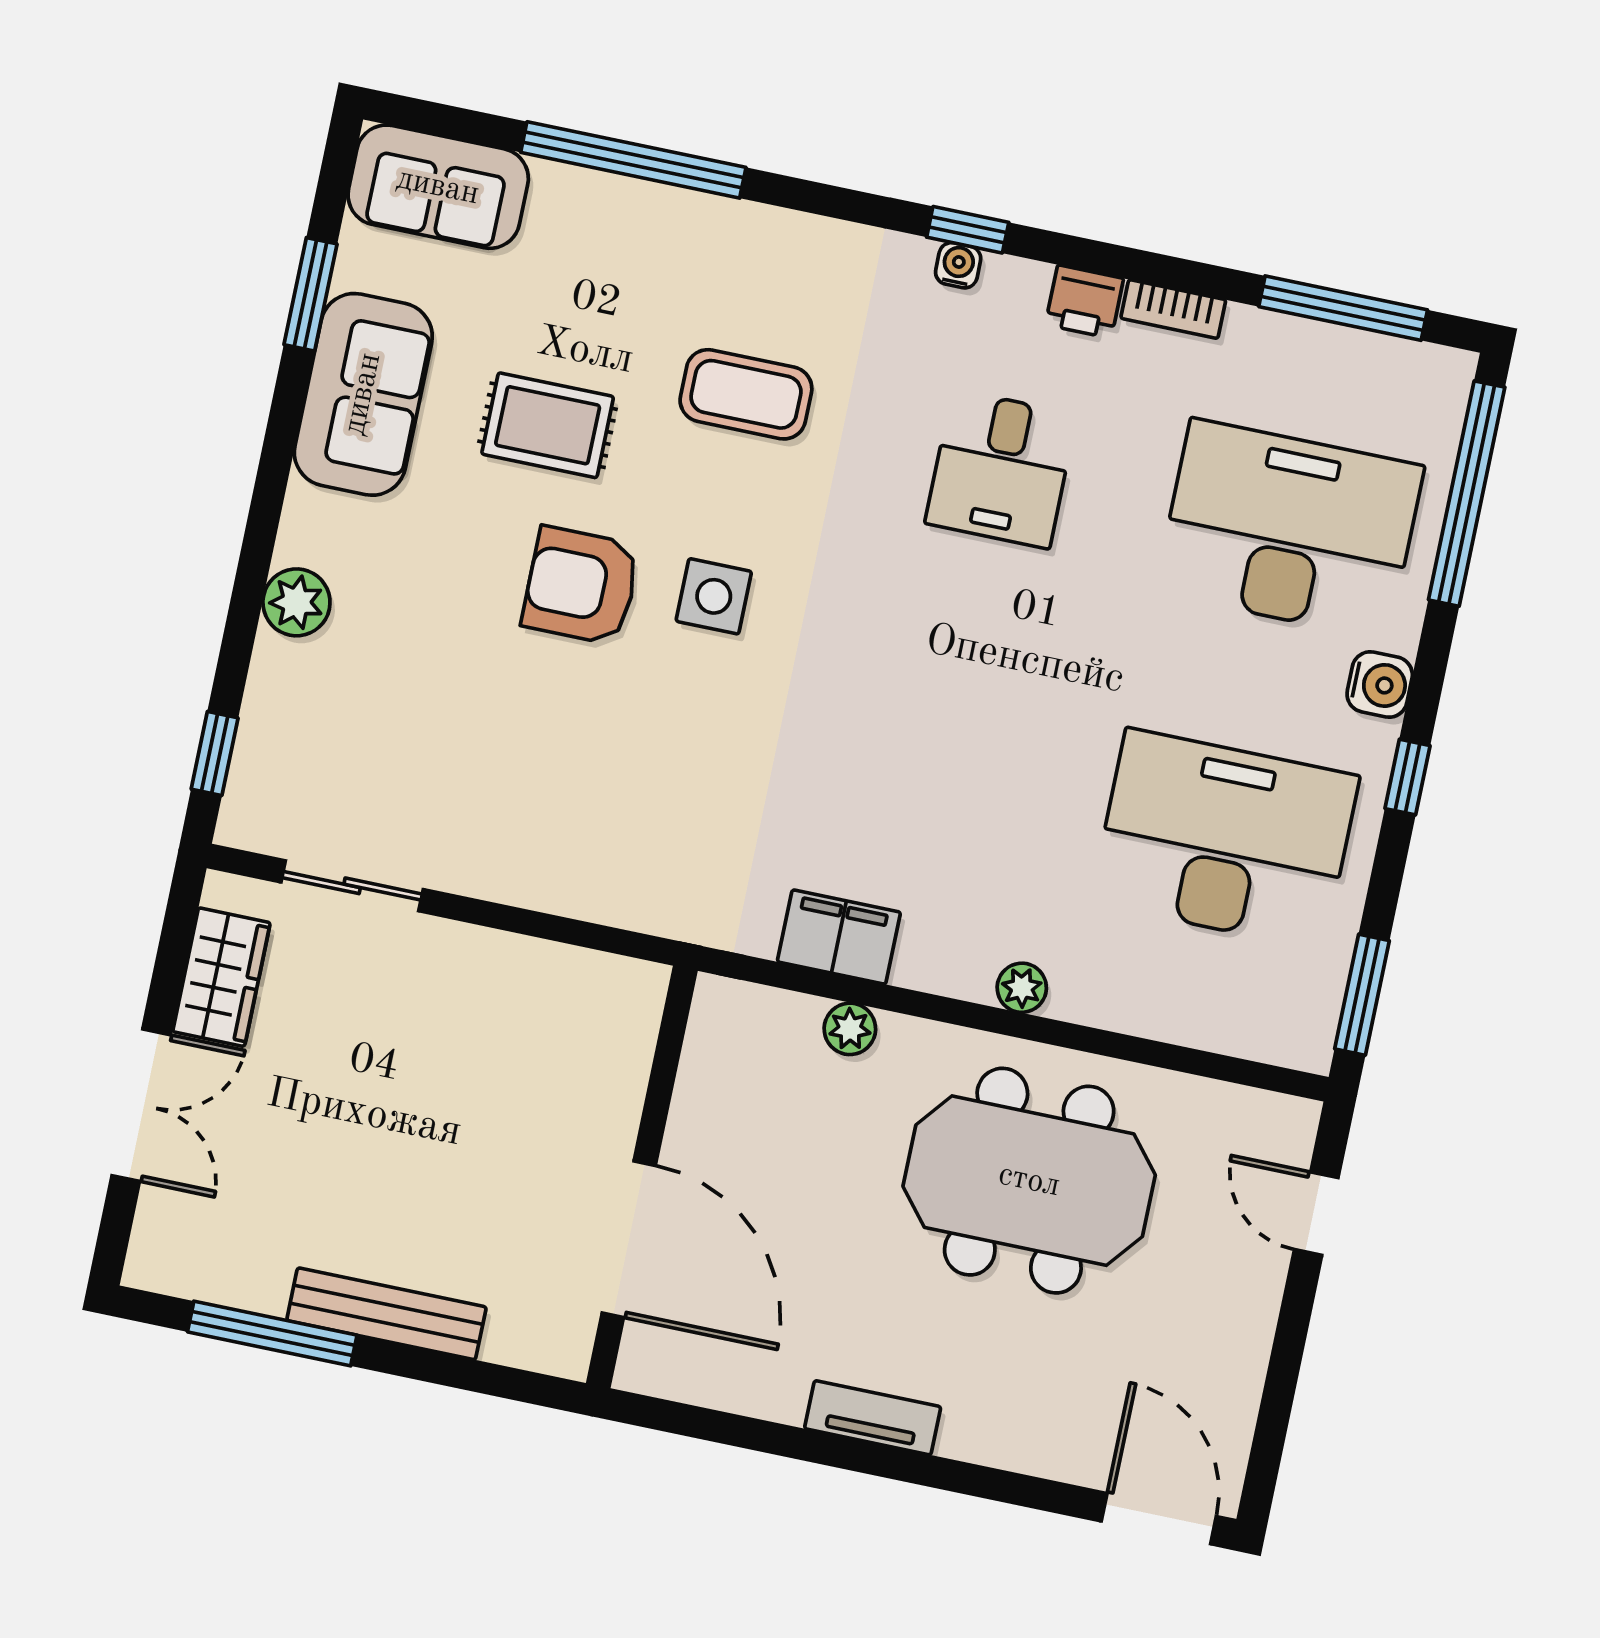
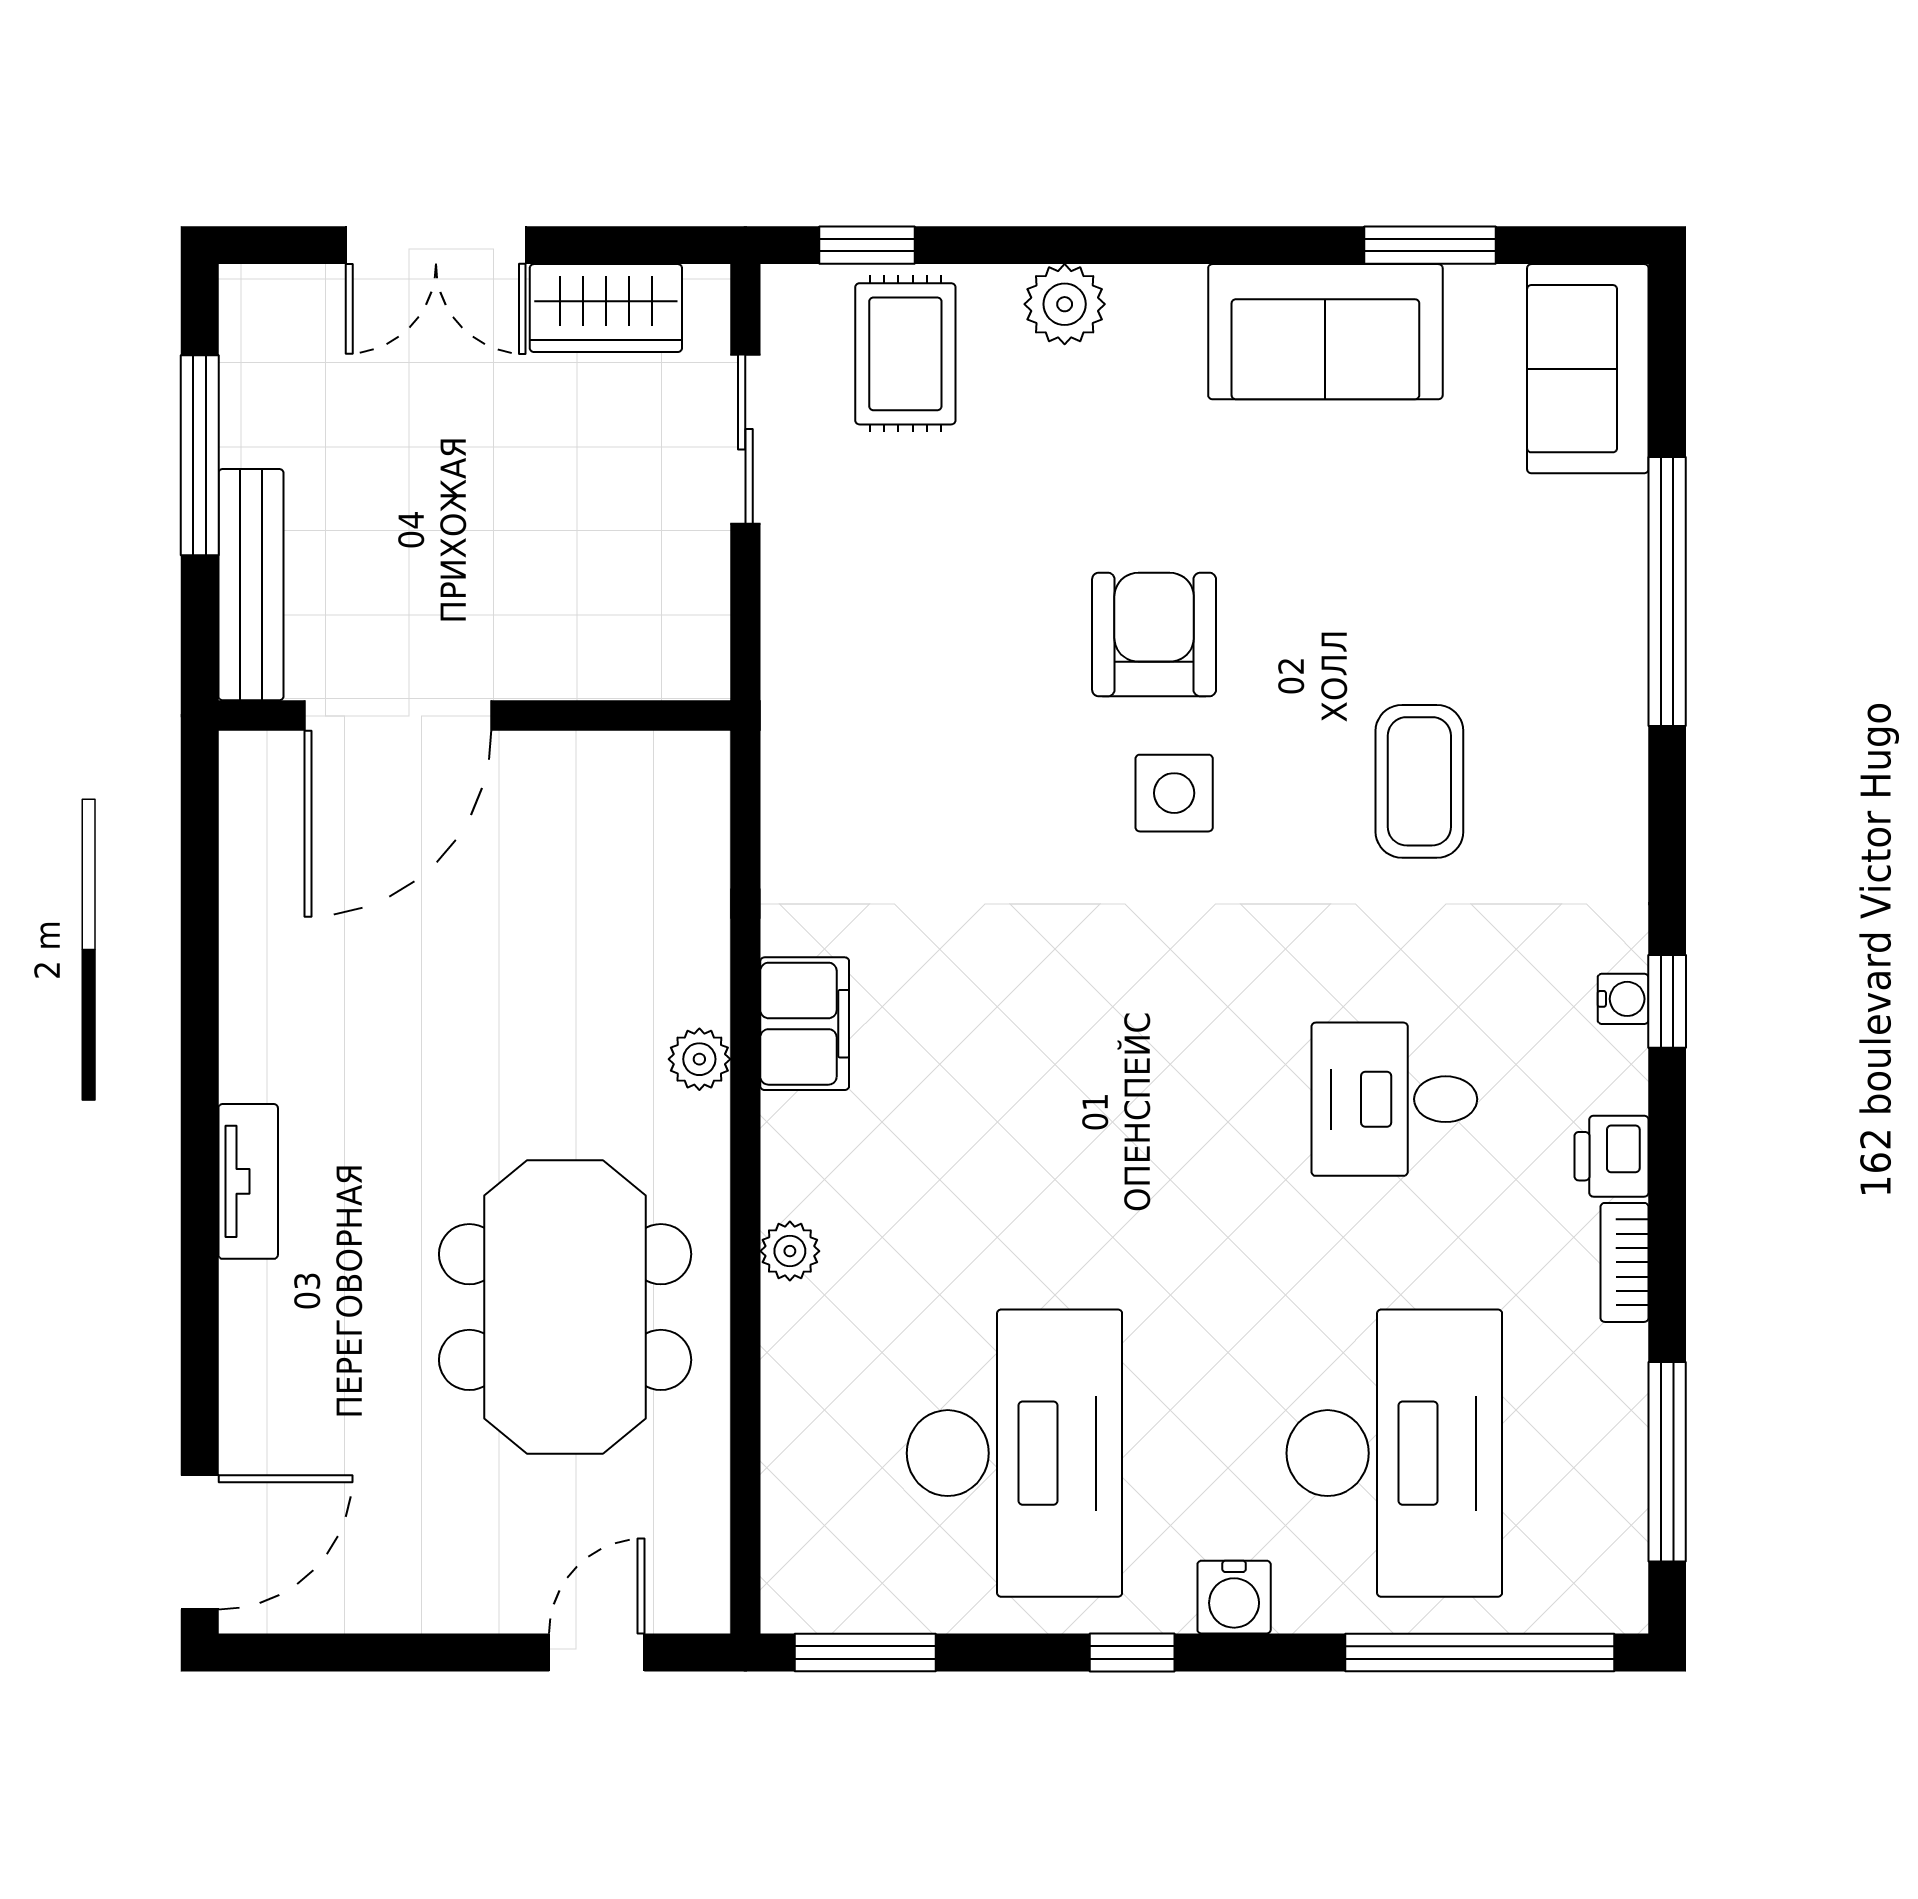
rug: (548, 425) -> (905, 354), moved
wall: (642, 1177) -> (474, 716), moved
door: (629, 1239) -> (398, 716), moved

